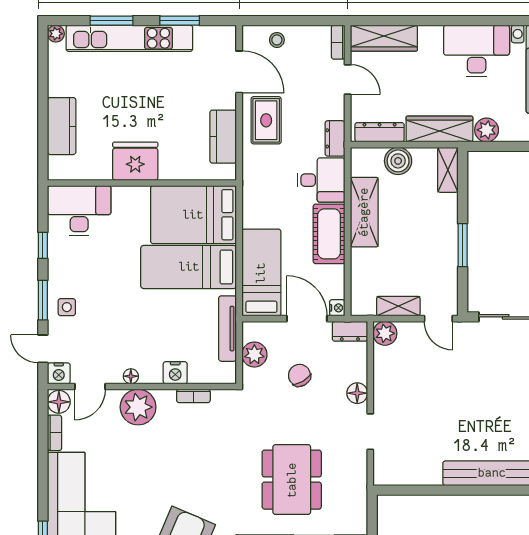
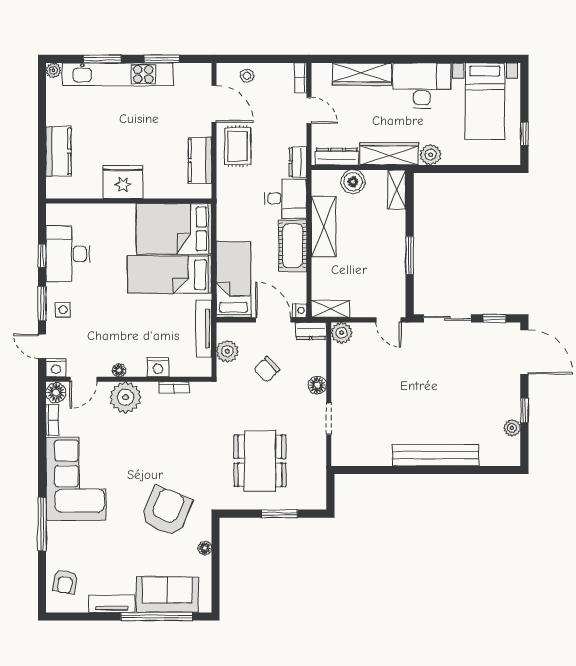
wardrobe: (384, 38) -> (362, 74), moved
desk: (79, 211) -> (68, 254), moved, turned -90
shelving: (398, 306) -> (330, 309), moved
chair: (299, 375) -> (267, 369), turned -104

